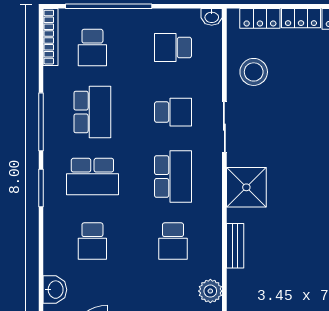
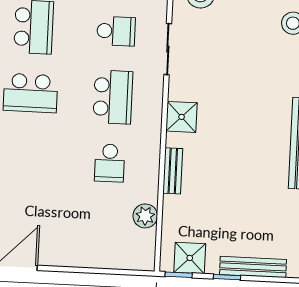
shower: (246, 187) -> (182, 117), width x0.73, depth x0.73
school desk: (92, 241) -> (27, 159), removed

